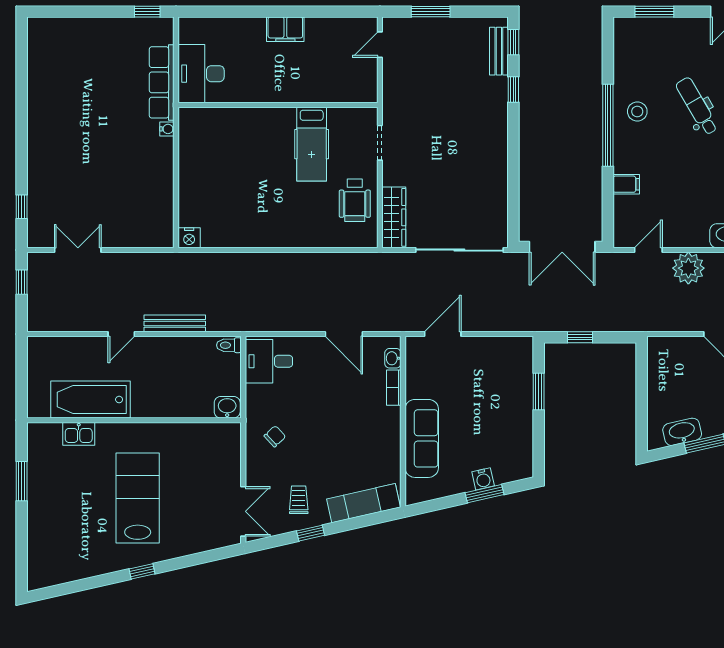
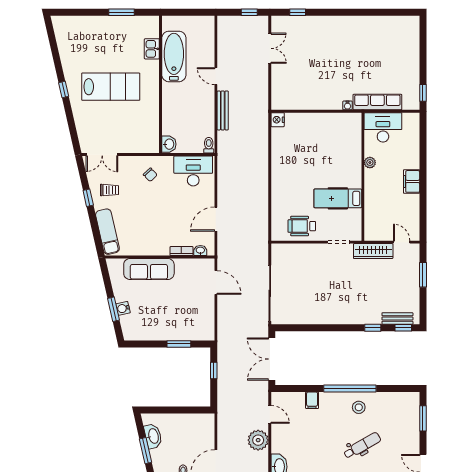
plant: (256, 94) -> (370, 163), added
wardrobe: (394, 217) -> (373, 251), moved
desk: (269, 361) -> (193, 171), width x1.37

